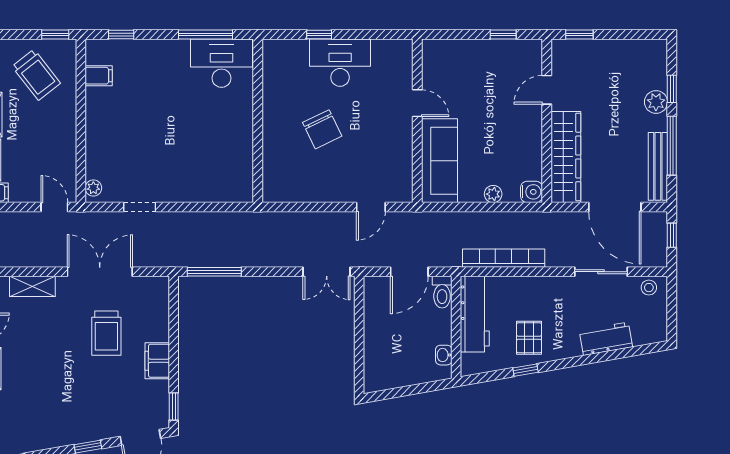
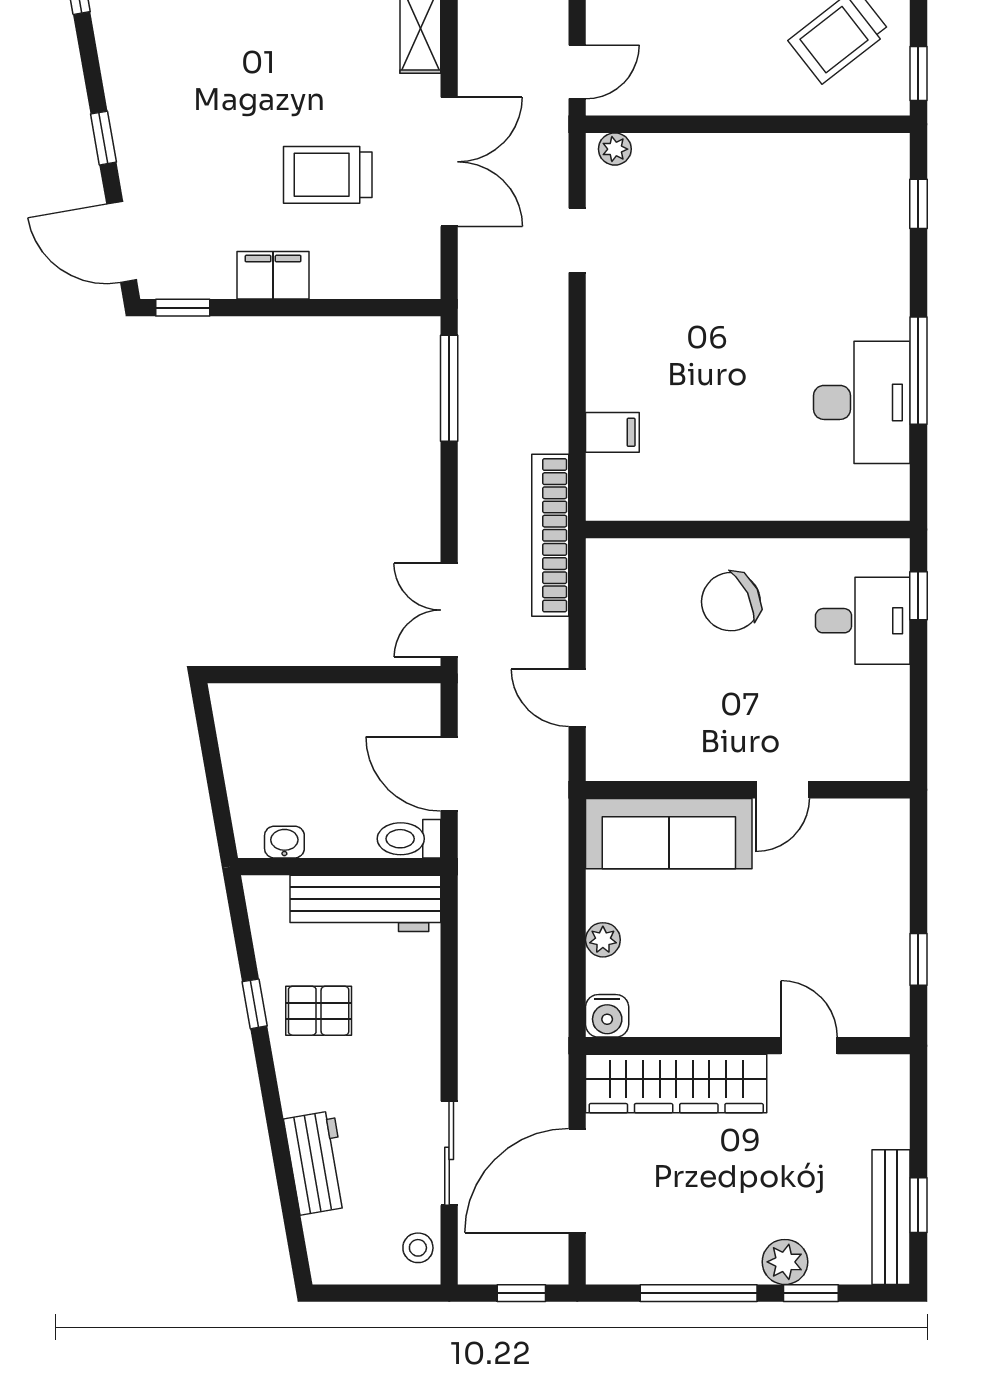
window: (579, 34) -> (918, 1205), moved
desk: (340, 63) -> (863, 621), width x0.73
filing cabinet: (99, 76) -> (612, 432), moved, turned -90
wall: (258, 121) -> (748, 530), moved
bench: (658, 166) -> (891, 1217), moved, turned 90
bookcase: (504, 258) -> (550, 535), moved, turned 180

